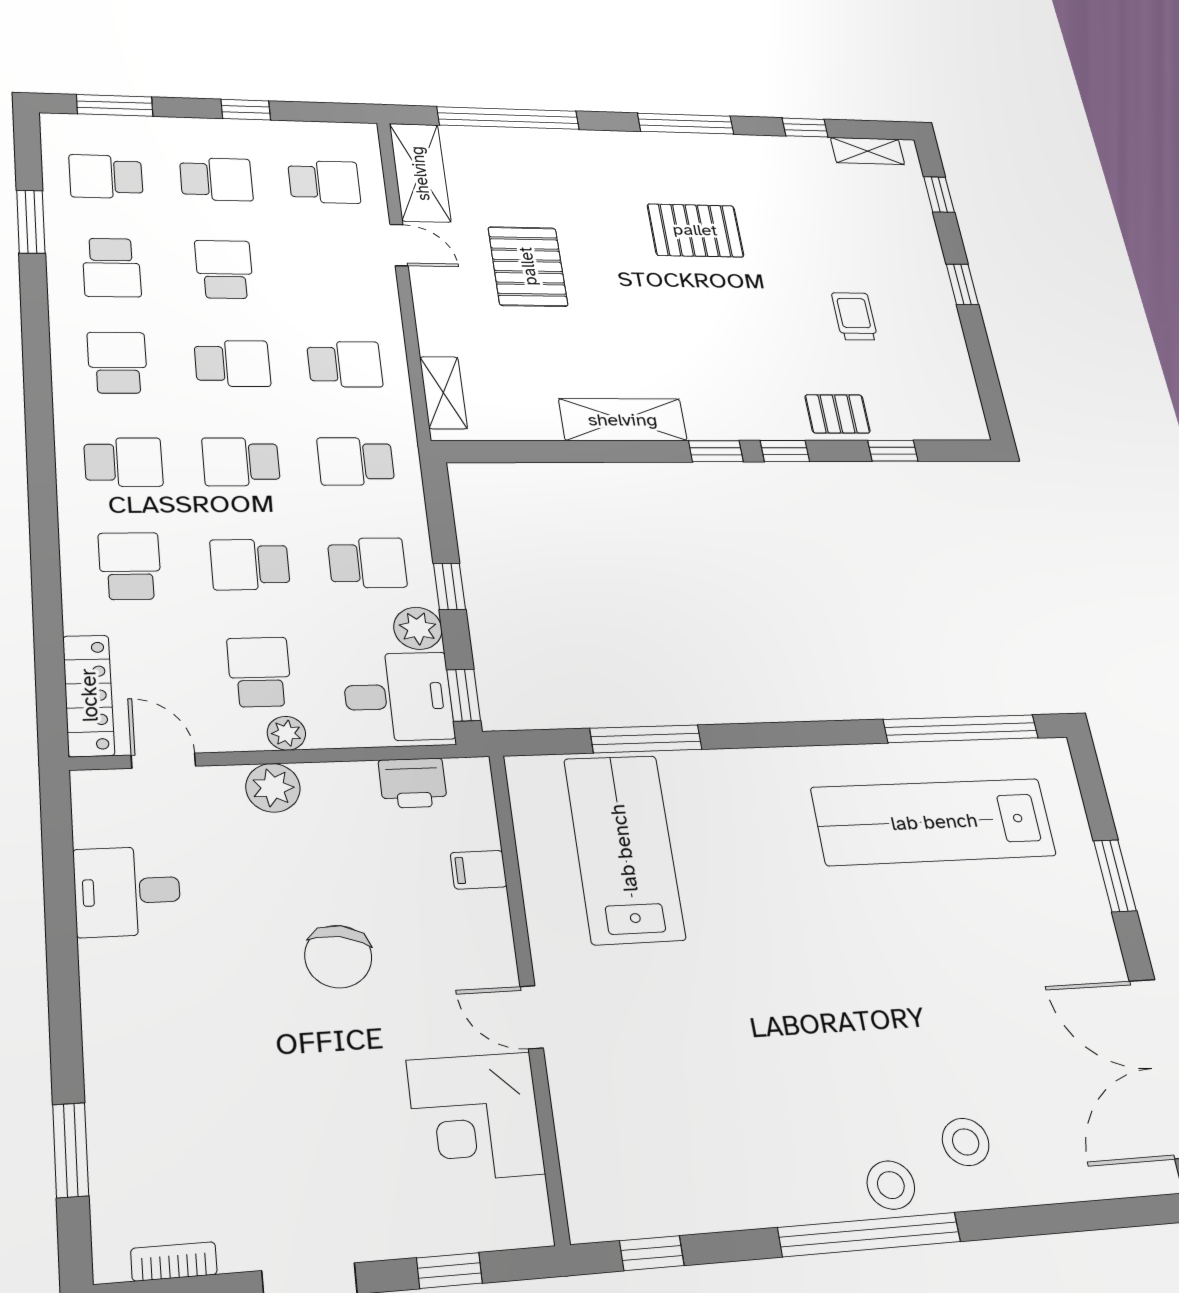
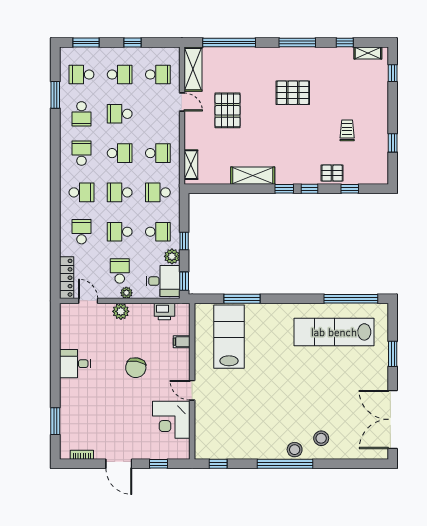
school desk: (224, 269) -> (120, 114), turned -90
window: (962, 284) -> (393, 143), moved
desk: (127, 891) -> (75, 364), moved

